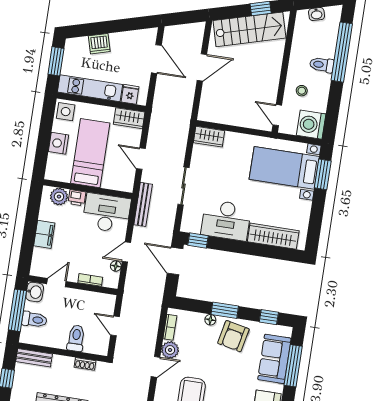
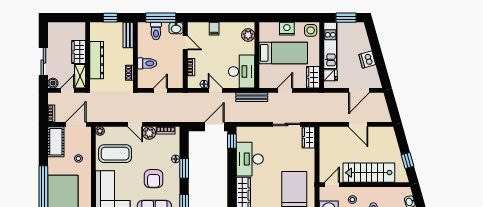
stairs: (249, 29) -> (369, 173), moved, turned 106
dishwasher: (99, 44) -> (367, 60), moved
sliding door: (184, 186) -> (287, 124), moved
printer: (77, 198) -> (249, 48), removed
filing cabinet: (44, 234) -> (214, 29), width x0.50
armchair: (233, 336) -> (154, 179), moved, turned -102

